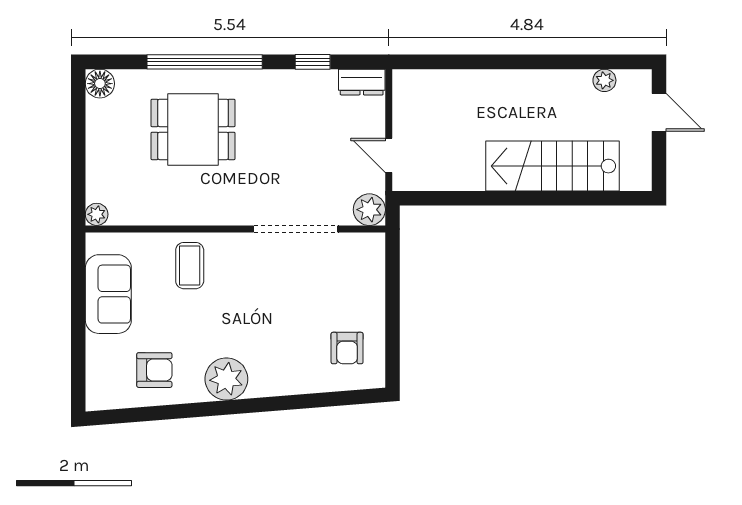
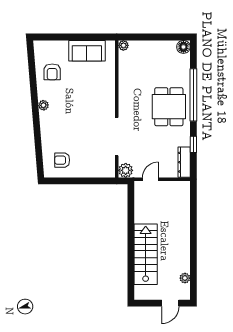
dresser: (362, 82) -> (184, 162), width x1.44
dining table: (193, 129) -> (169, 107), moved
coffee table: (190, 266) -> (100, 88), removed
plant: (226, 379) -> (44, 105), width x0.53, depth x0.53

